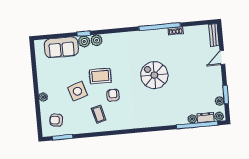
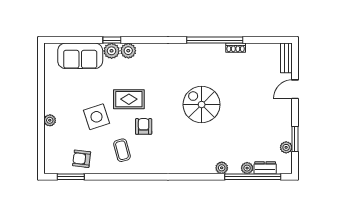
plant: (219, 116) -> (222, 168), moved
armchair: (56, 120) -> (82, 159), moved

